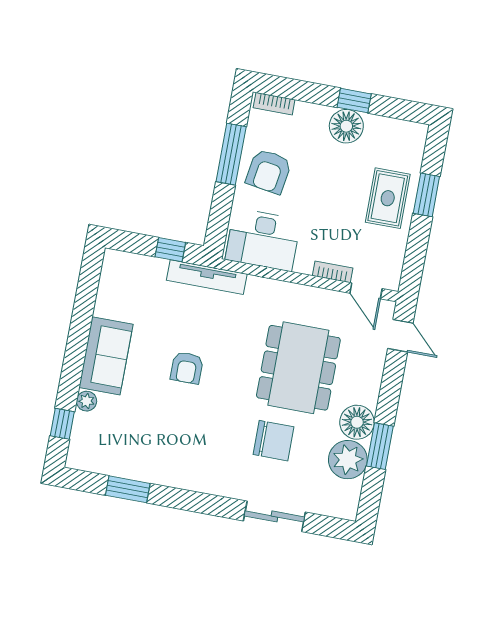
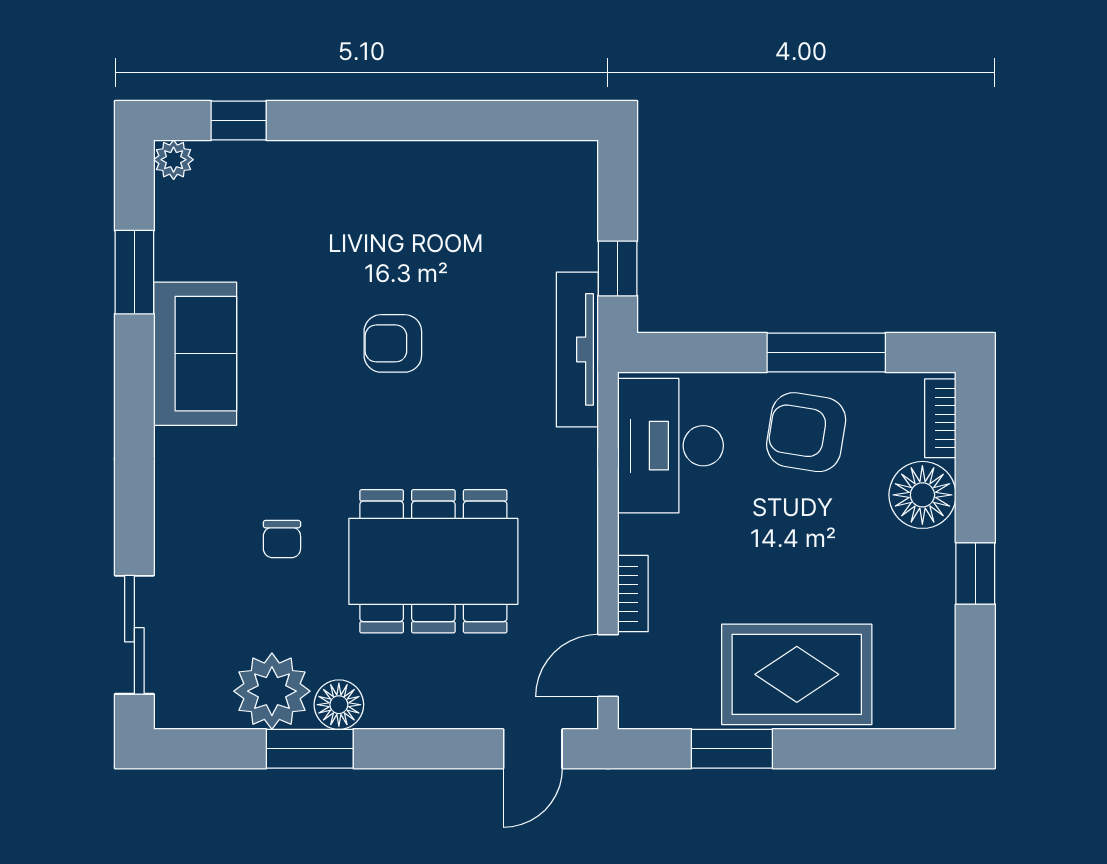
floor lamp: (346, 126) -> (922, 495), moved
window: (426, 195) -> (732, 749), moved
rug: (388, 198) -> (797, 674), width x1.36, depth x1.43
sofa: (106, 356) -> (195, 354), moved, turned -90
plant: (87, 401) -> (174, 160), moved
floor lamp: (357, 422) -> (339, 705), width x0.73, depth x0.73
chair: (273, 441) -> (282, 539), width x0.54, depth x0.54
sliding door: (274, 516) -> (134, 635), moved

